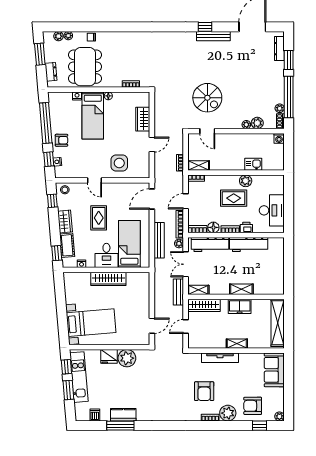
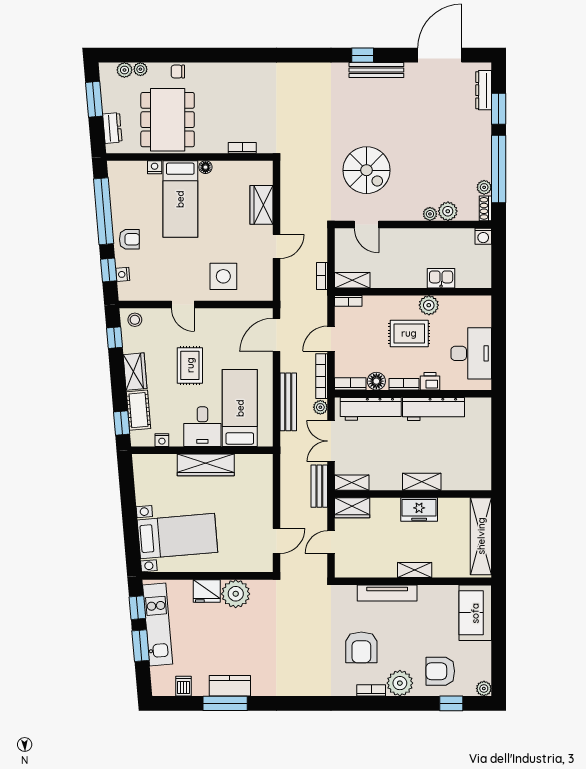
wardrobe: (204, 305) -> (352, 508), width x0.67

